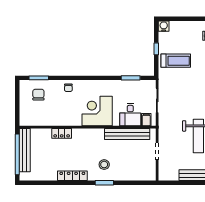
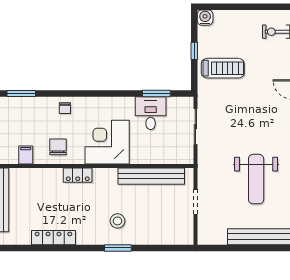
chair: (38, 95) -> (58, 147), moved
desk: (130, 115) -> (151, 113), moved, turned 180
filing cabinet: (146, 120) -> (26, 155), moved
locker: (62, 133) -> (78, 175), moved
locker: (72, 176) -> (53, 238), moved

